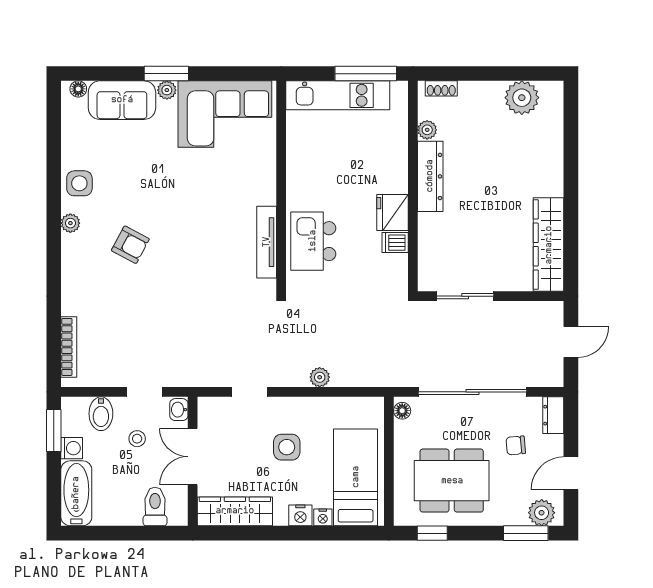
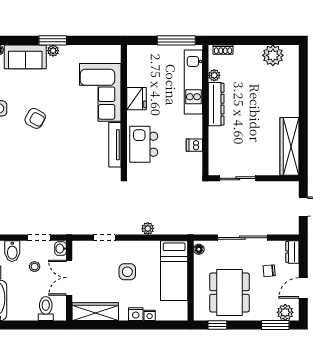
kitchen unit: (338, 95) -> (193, 82), moved, turned 90
corner sofa: (225, 114) -> (100, 92), moved, turned 90
fridge: (393, 213) -> (136, 99), moved, turned 180
armchair: (130, 245) -> (35, 118), moved
sliding door: (472, 392) -> (242, 238), width x0.73
bed: (356, 477) -> (174, 271), moved, turned 180
dining table: (452, 481) -> (229, 292), turned 90

